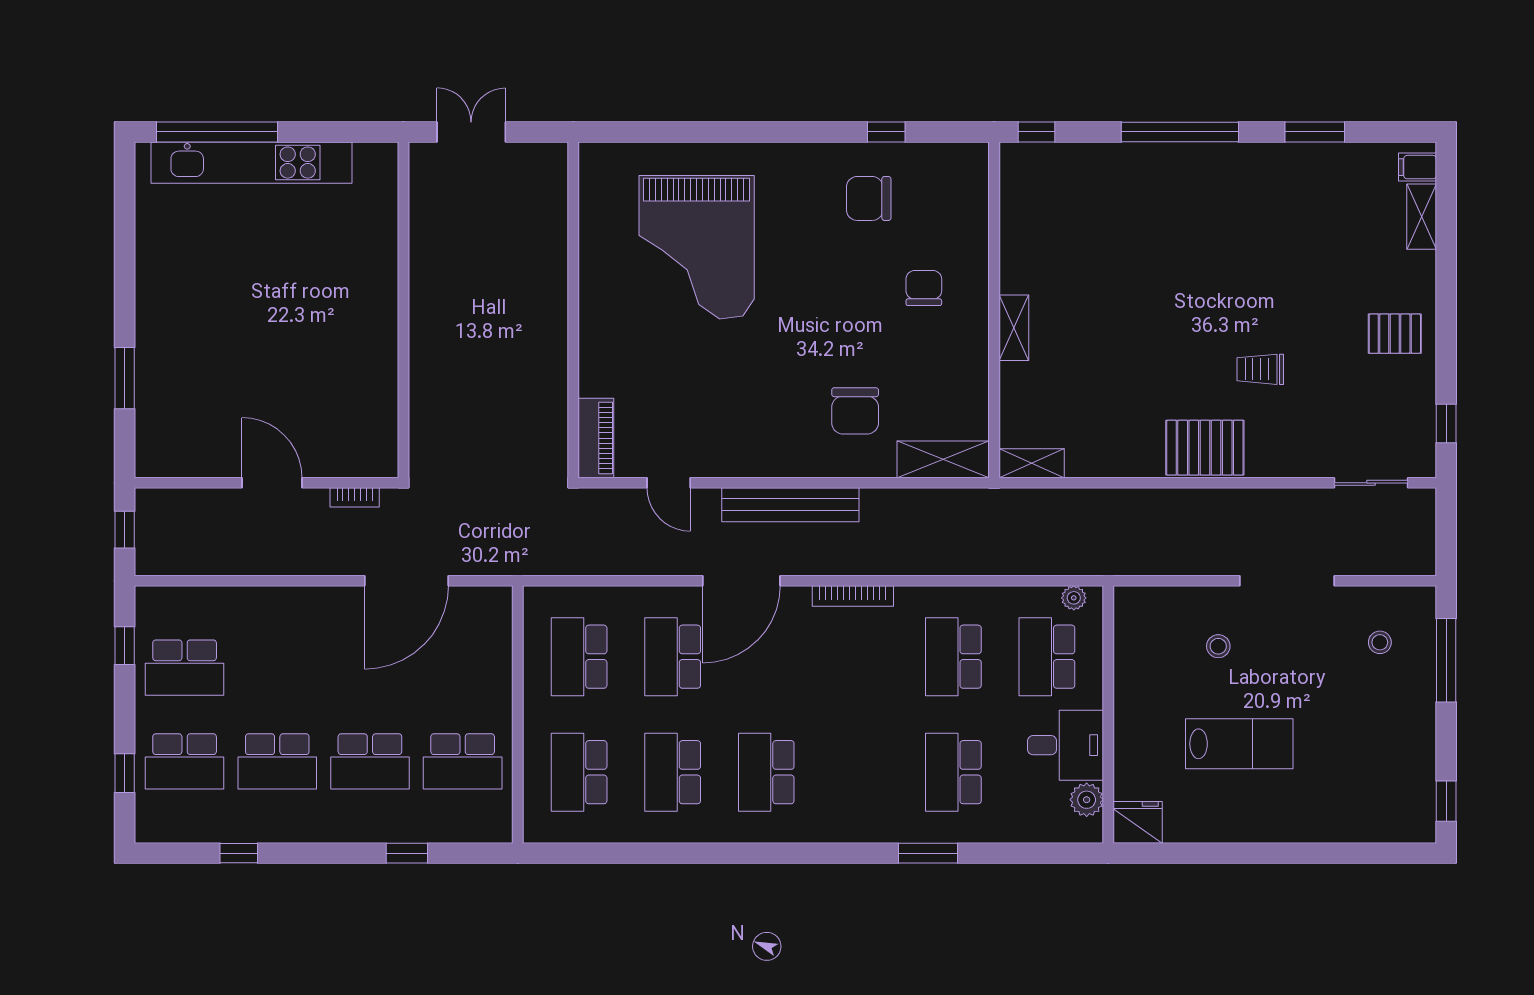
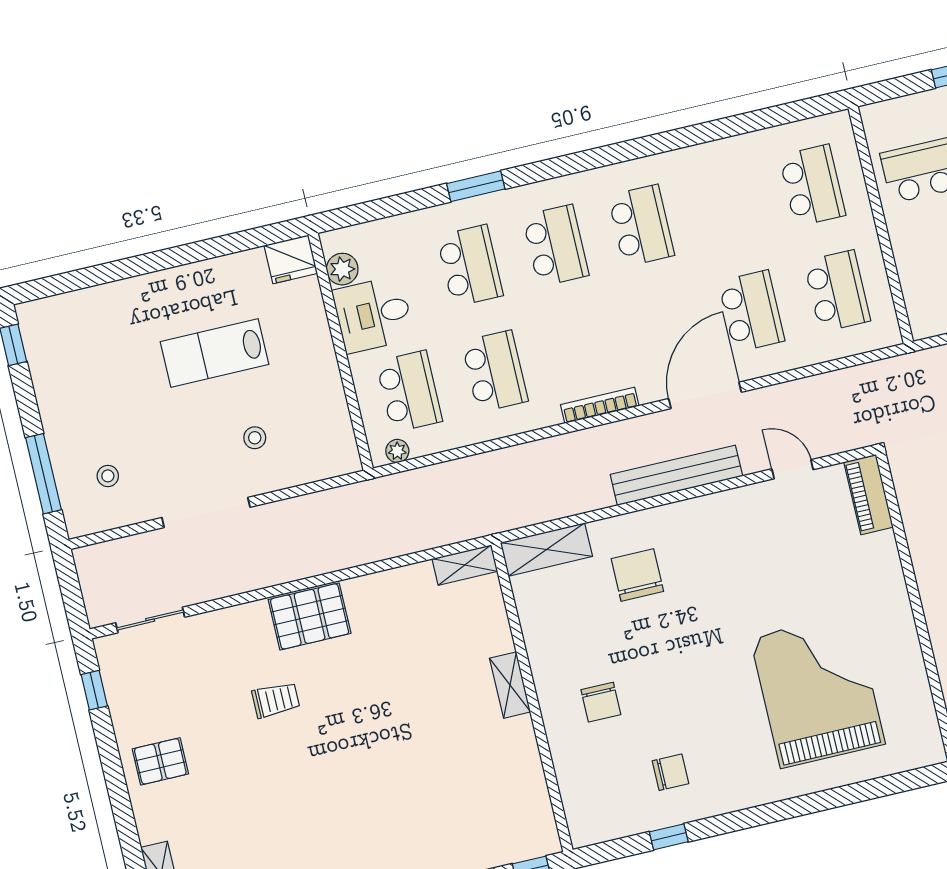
chair: (869, 198) -> (671, 772), width x0.73, depth x0.73
school desk: (673, 772) -> (556, 246), moved

